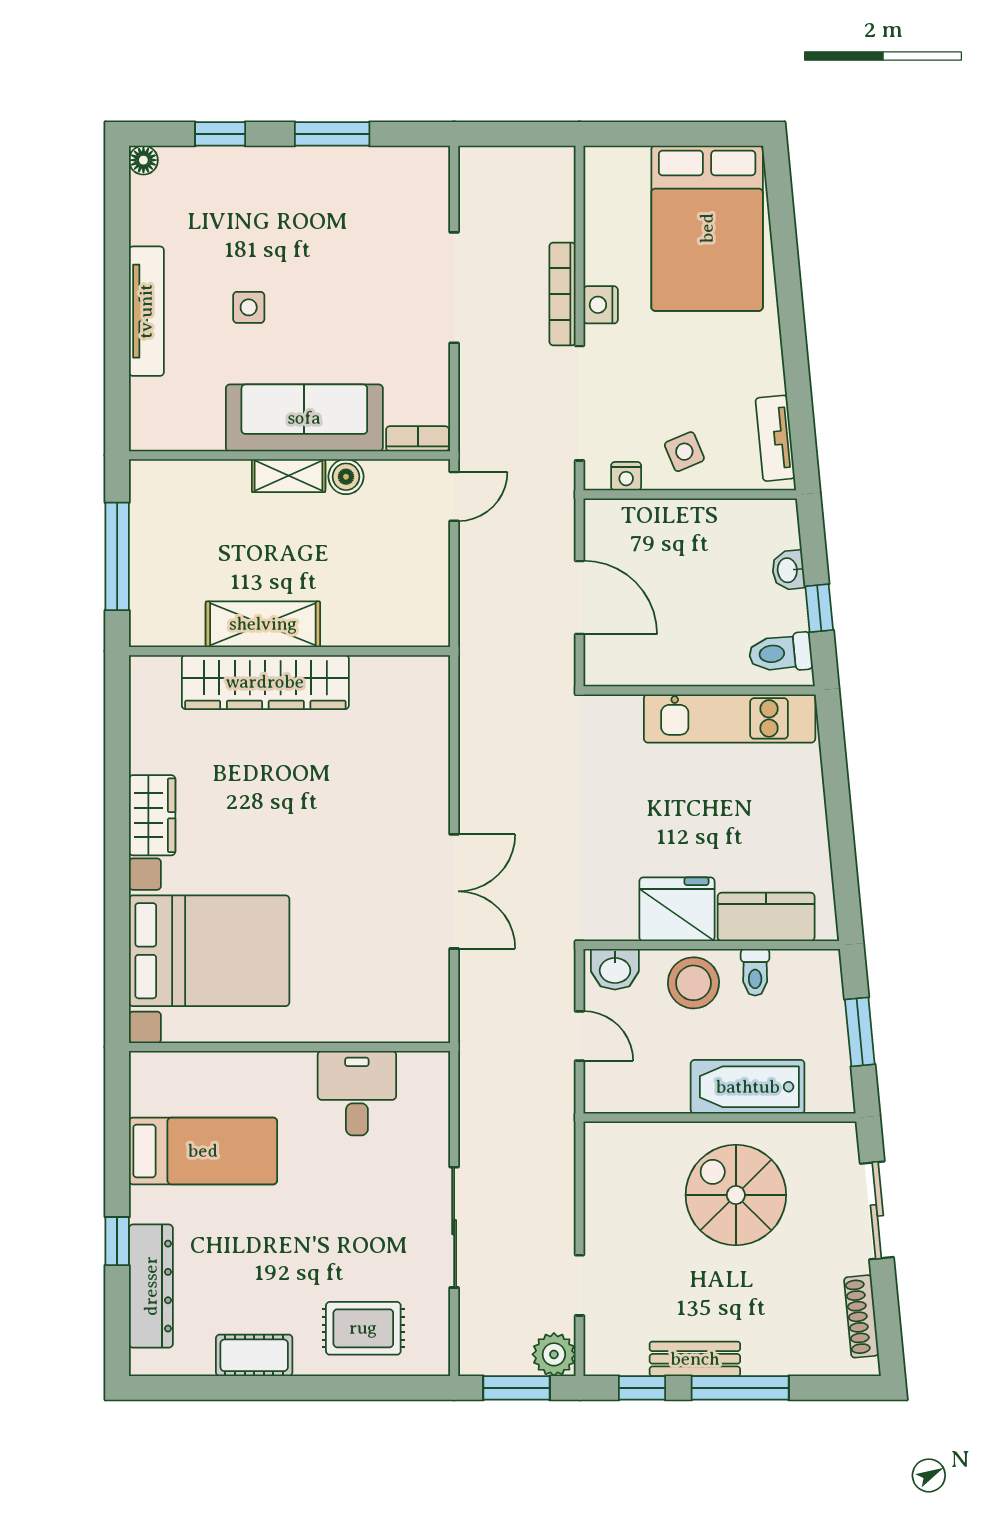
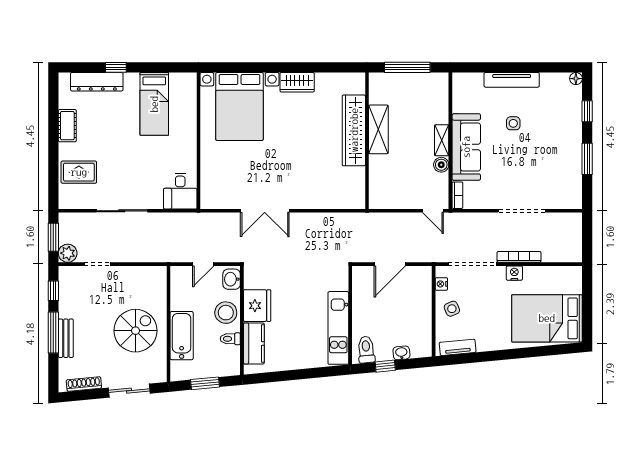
desk: (357, 1093) -> (180, 191), moved, turned 90
rug: (363, 1328) -> (79, 172), turned 90
bench: (695, 1359) -> (66, 338), moved

